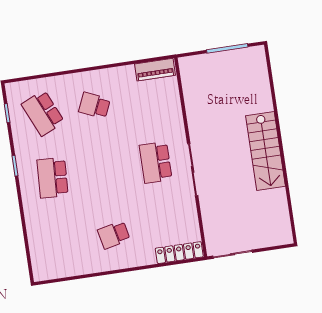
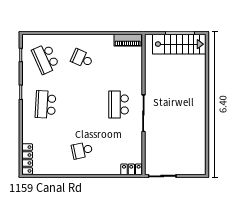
stairs: (265, 151) -> (179, 44), moved, turned -90
locker: (179, 253) -> (131, 169), width x0.66
locker: (38, 259) -> (27, 159), added

